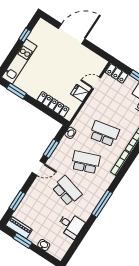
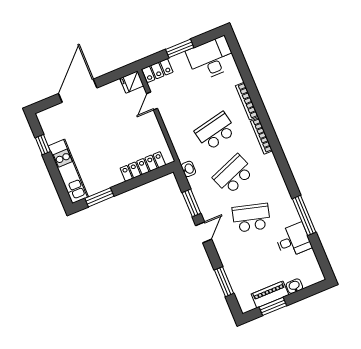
fridge: (80, 93) -> (132, 82), moved
window: (102, 204) -> (304, 215), moved
piano: (19, 227) -> (270, 294), moved

